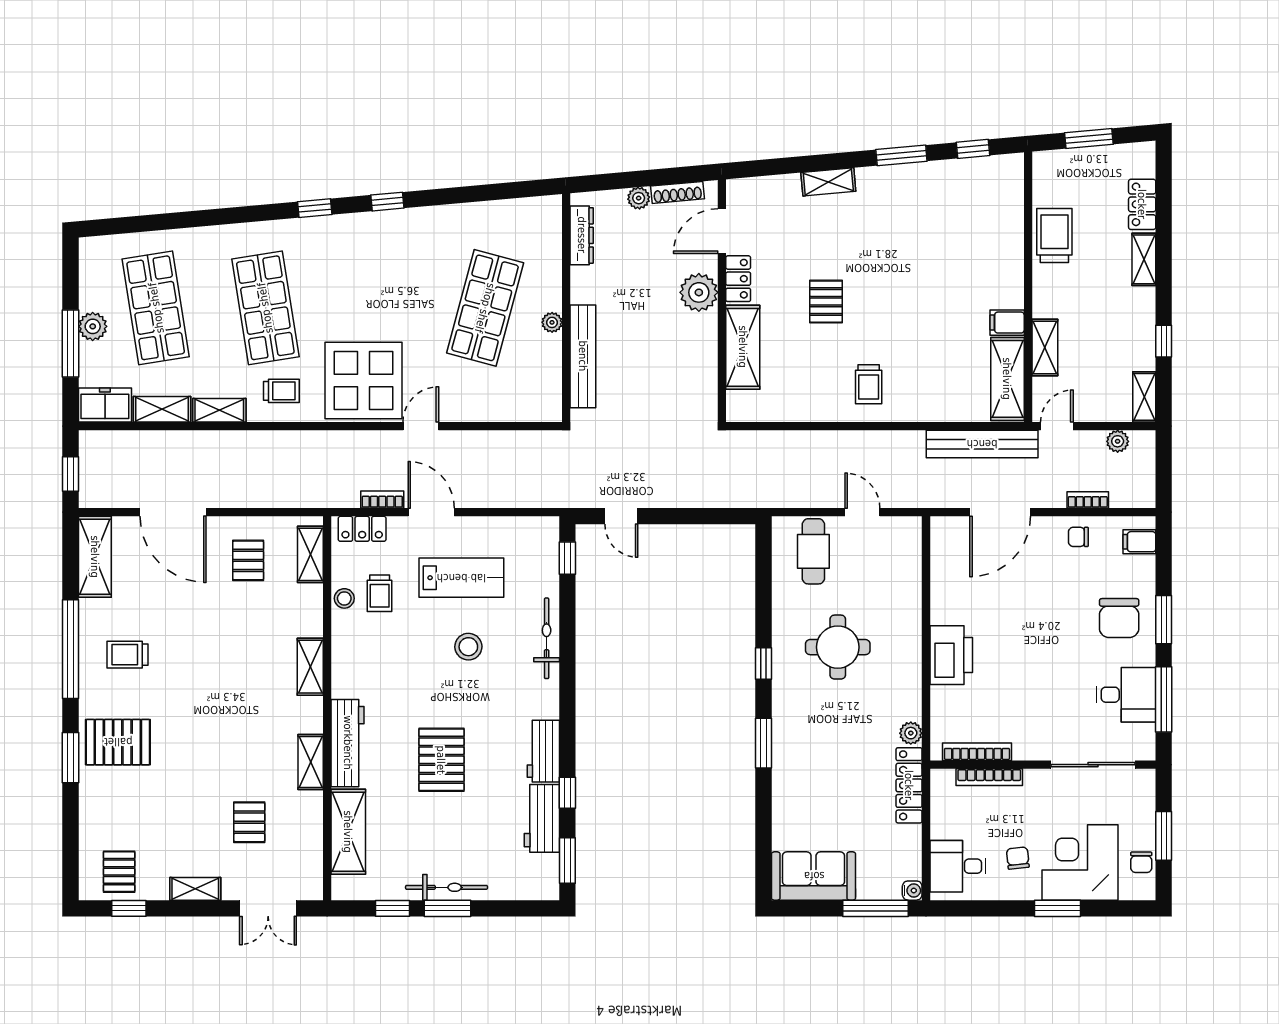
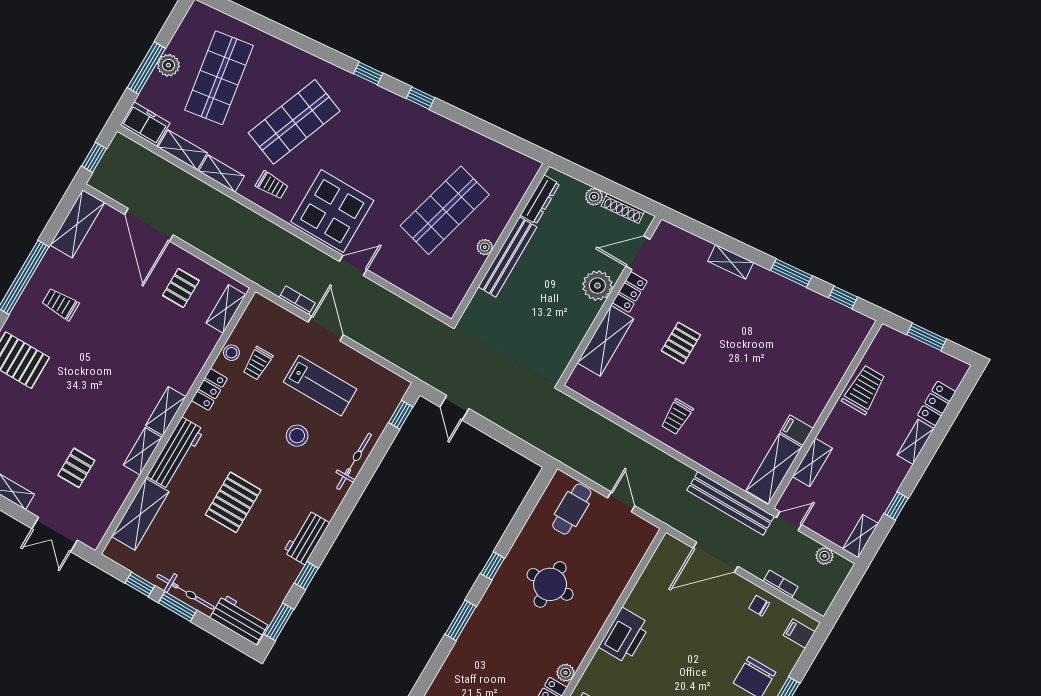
shop shelf: (265, 308) -> (294, 122), turned 30
bench: (583, 356) -> (507, 257), moved
locker: (362, 529) -> (209, 389), moved, turned -90
shelving: (310, 667) -> (166, 411), moved
workbench: (542, 818) -> (240, 619), moved, turned 90

